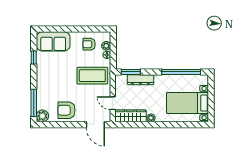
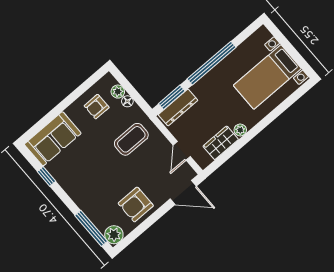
window: (181, 72) -> (212, 63), moved
coffee table: (92, 76) -> (131, 139), width x0.73, depth x0.76
dresser: (141, 80) -> (178, 108), moved
door: (113, 103) -> (182, 151), hinge flipped
wardrobe: (130, 116) -> (221, 143), width x0.67

